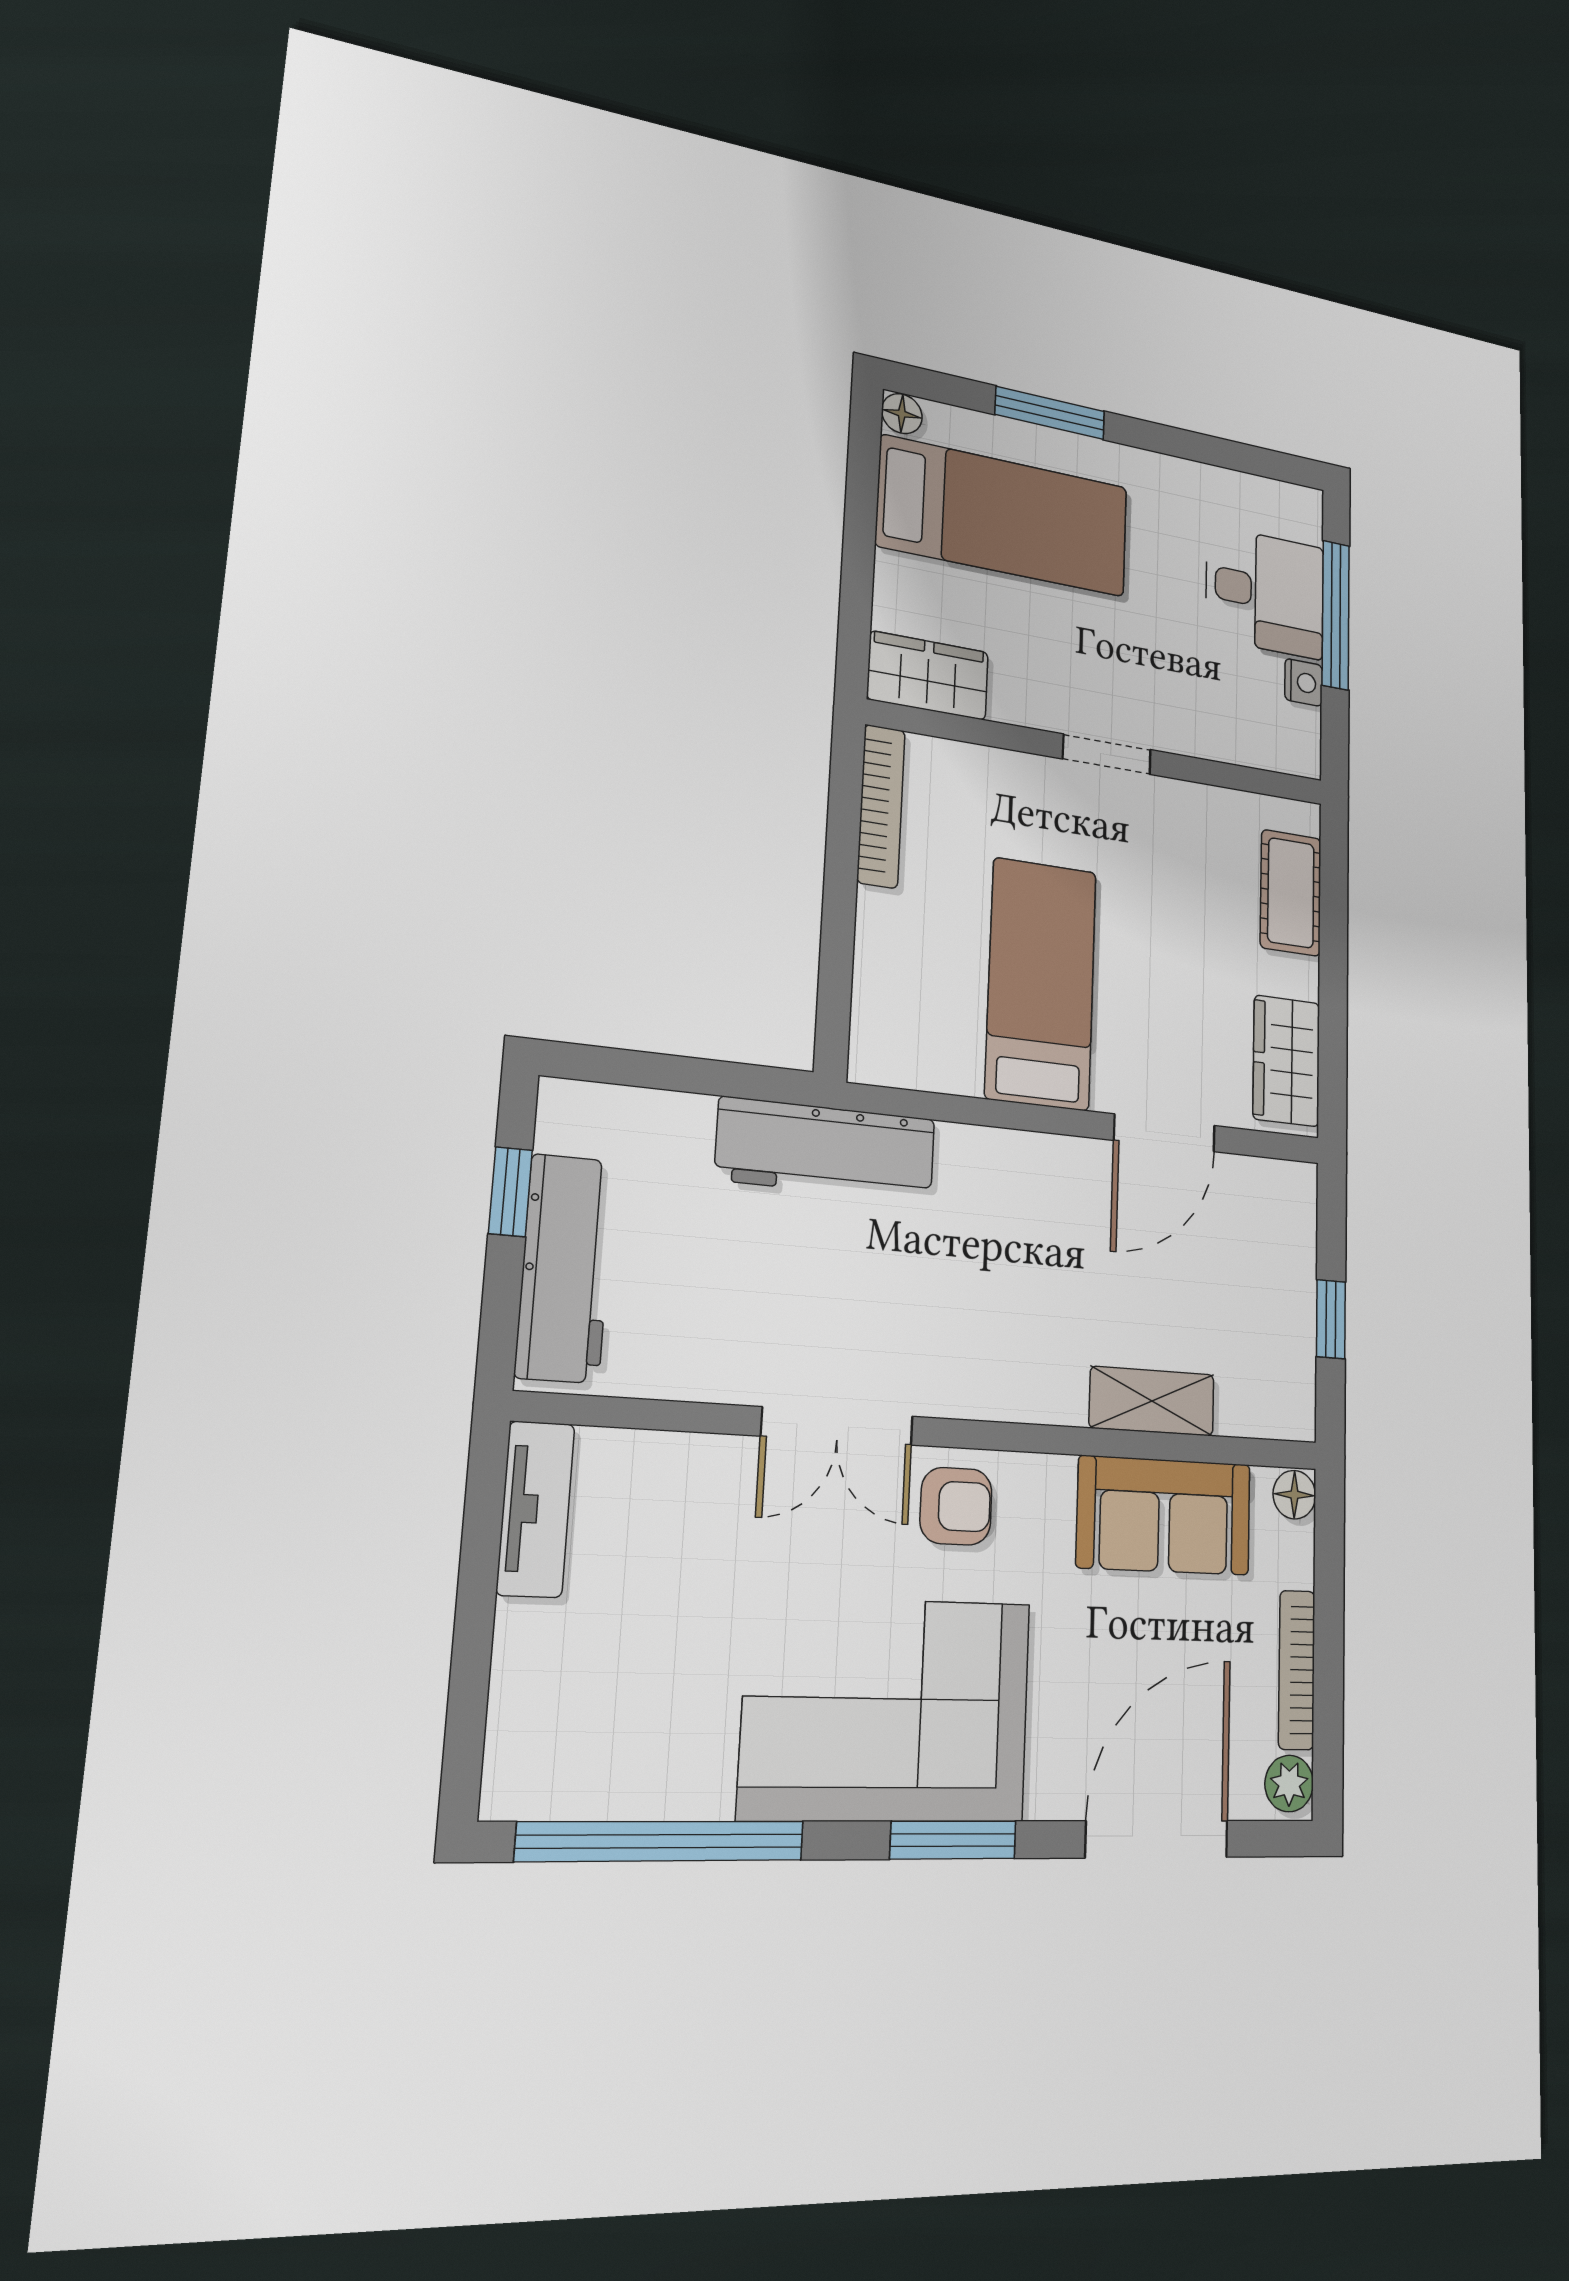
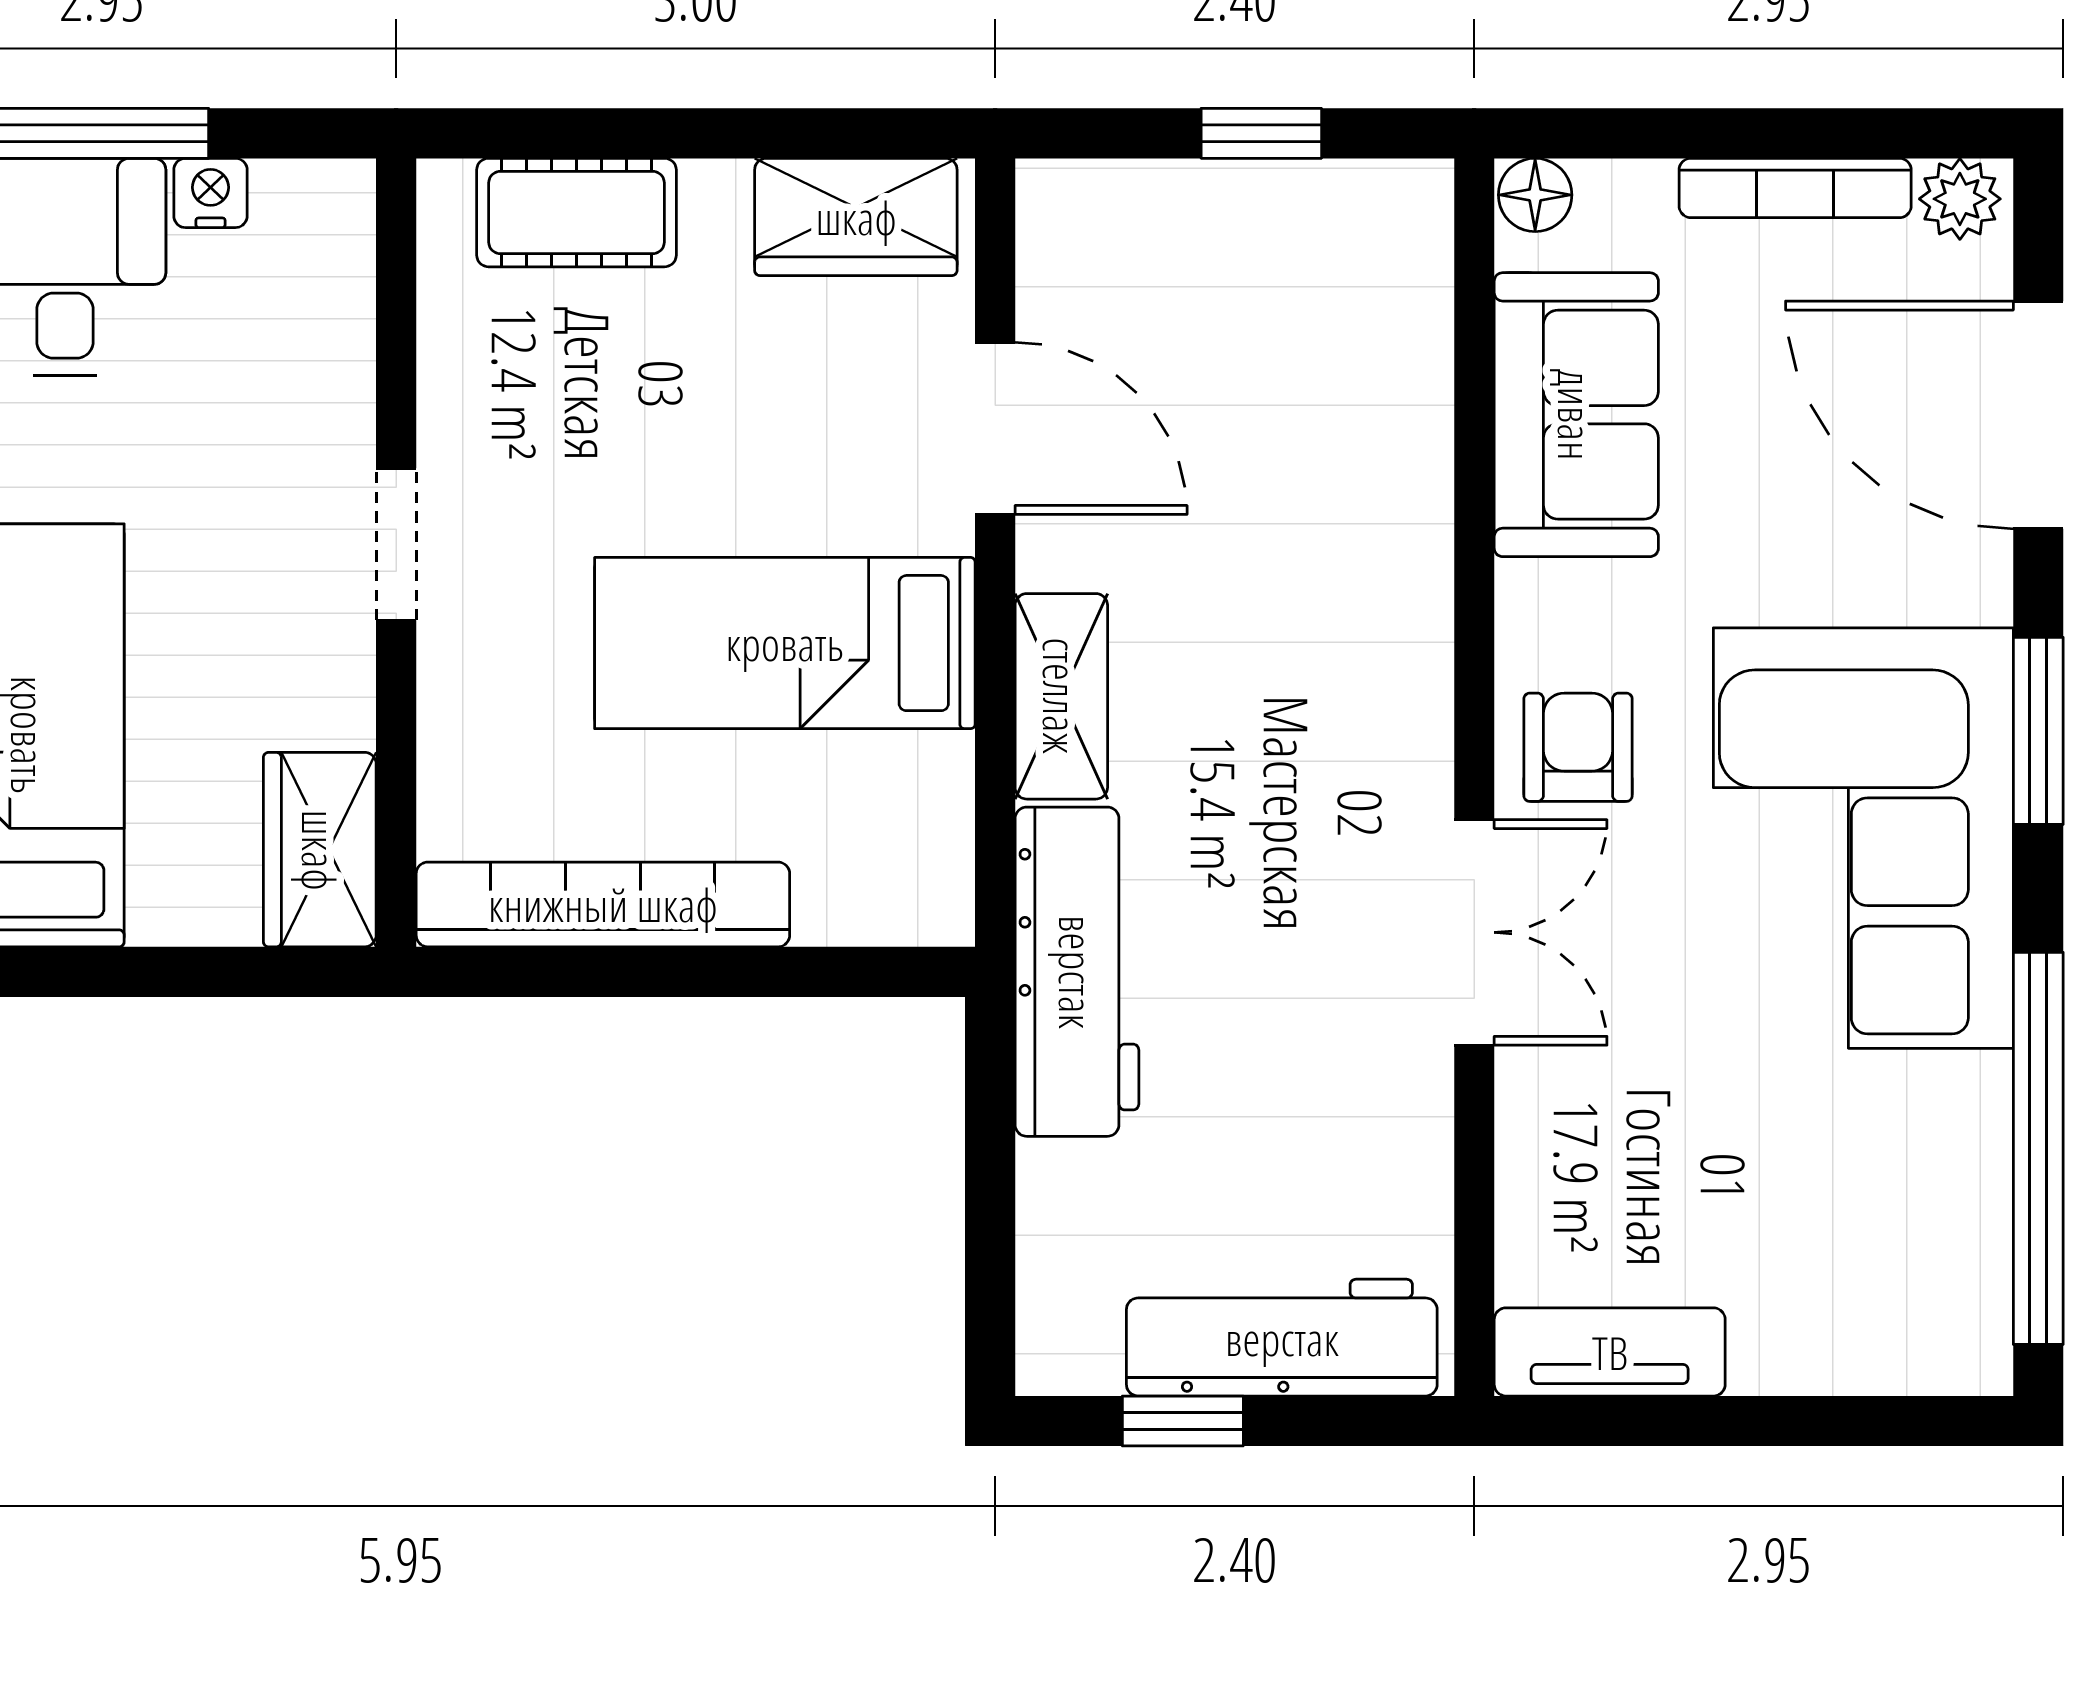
bookcase: (881, 806) -> (603, 904), width x1.48, depth x1.31
shelving: (1152, 1401) -> (1061, 696), moved

